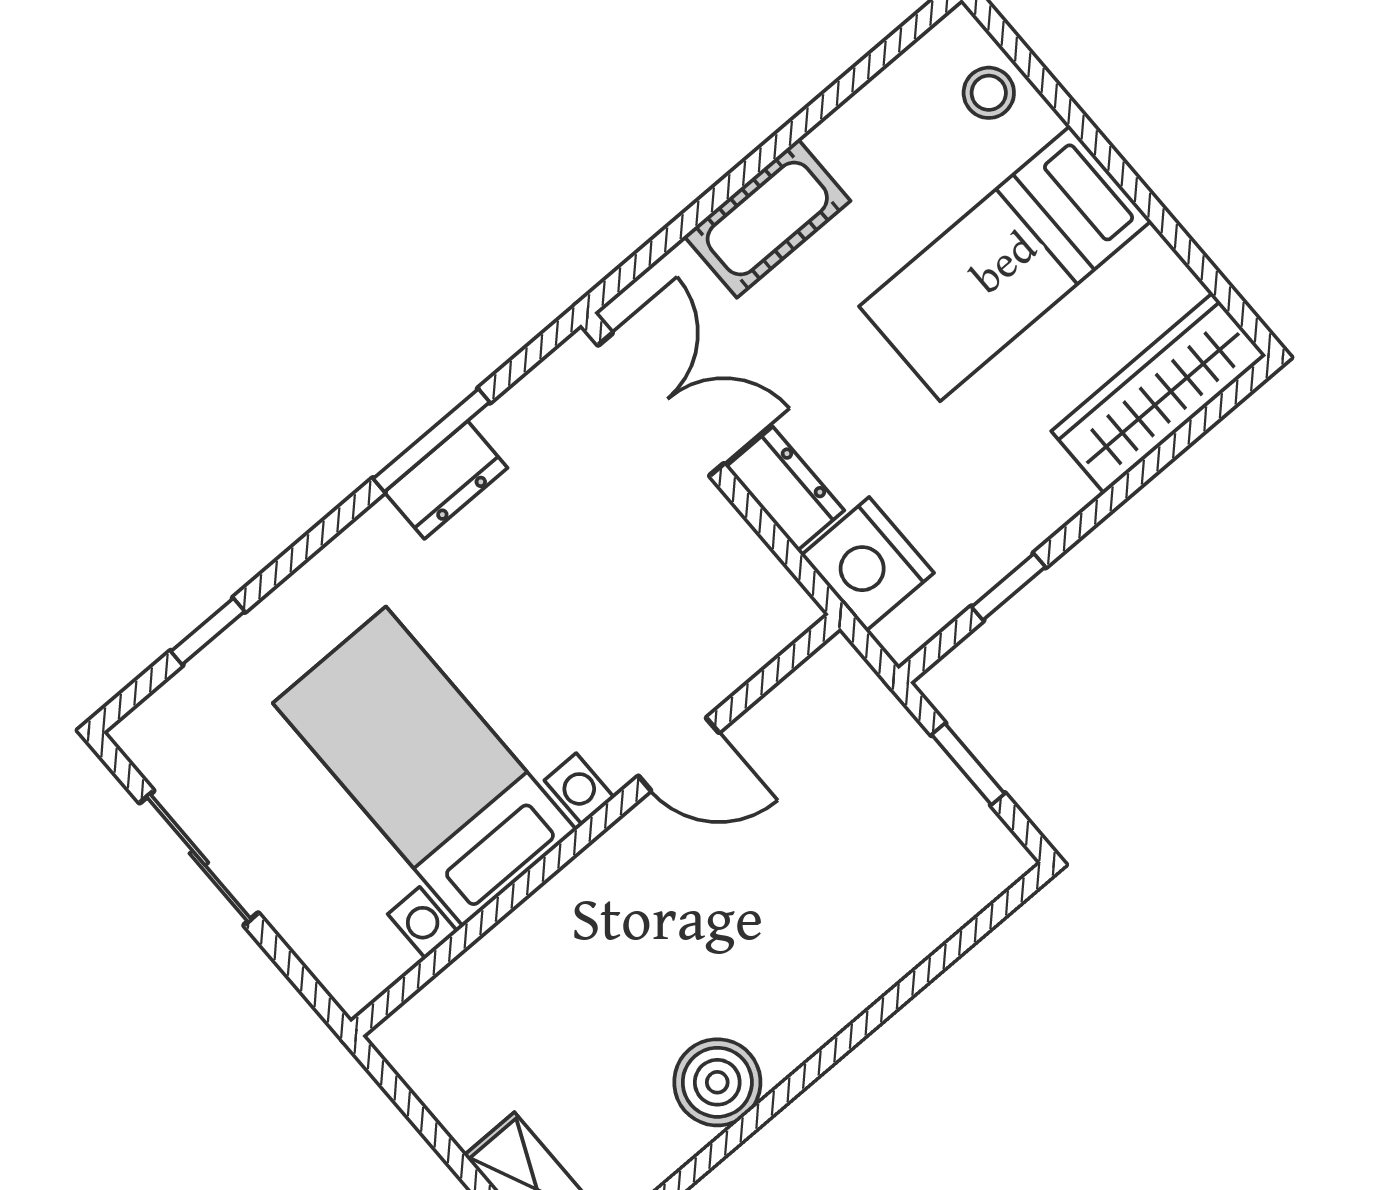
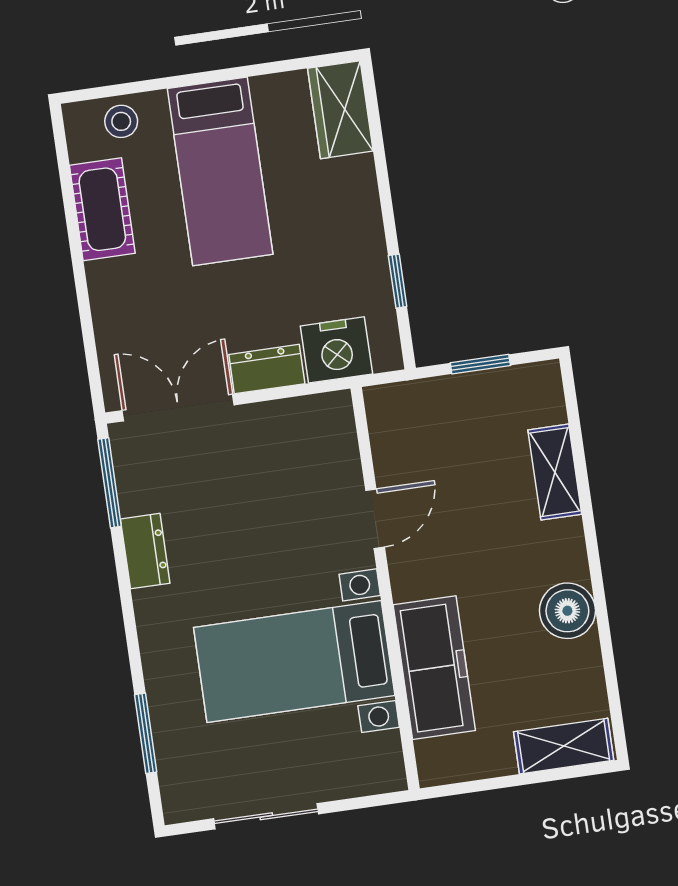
cot: (767, 218) -> (102, 209), moved
wardrobe: (1159, 393) -> (340, 110), width x0.67
window: (431, 440) -> (110, 483), moved
window: (208, 631) -> (146, 733), width x1.50
shelving: (889, 951) -> (555, 472), added
freezer: (532, 955) -> (434, 668), added

